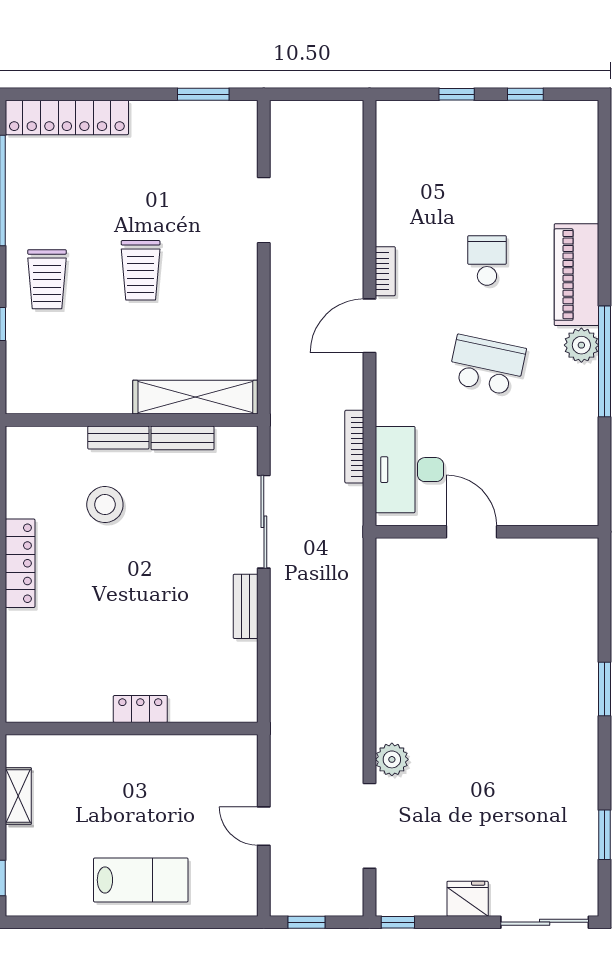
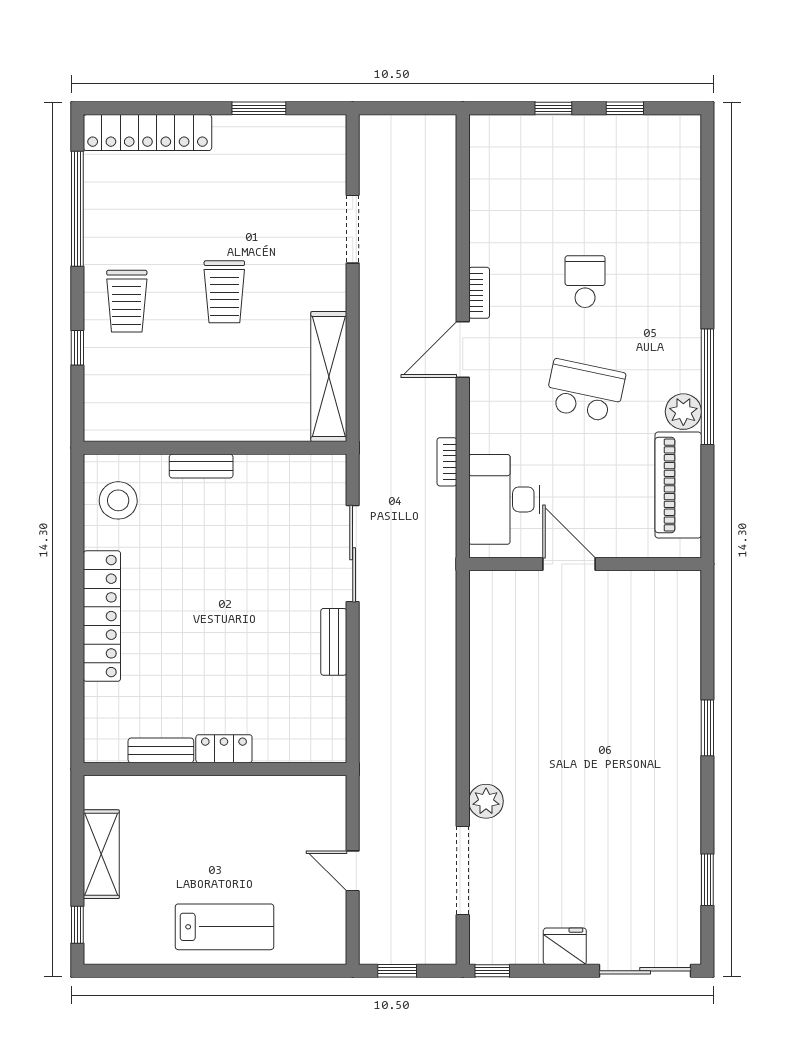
window: (203, 94) -> (259, 108), moved
piano: (576, 275) -> (678, 485), moved
plant: (581, 345) -> (683, 412), moved
shelving: (195, 397) -> (329, 377), moved, turned 90
bench: (182, 438) -> (161, 750), moved
bookcase: (354, 447) -> (447, 462), width x0.64
stool: (105, 505) -> (118, 500), moved
locker: (20, 563) -> (102, 616), width x1.41, depth x1.21
shelving: (18, 796) -> (101, 854), width x1.50, depth x1.33

